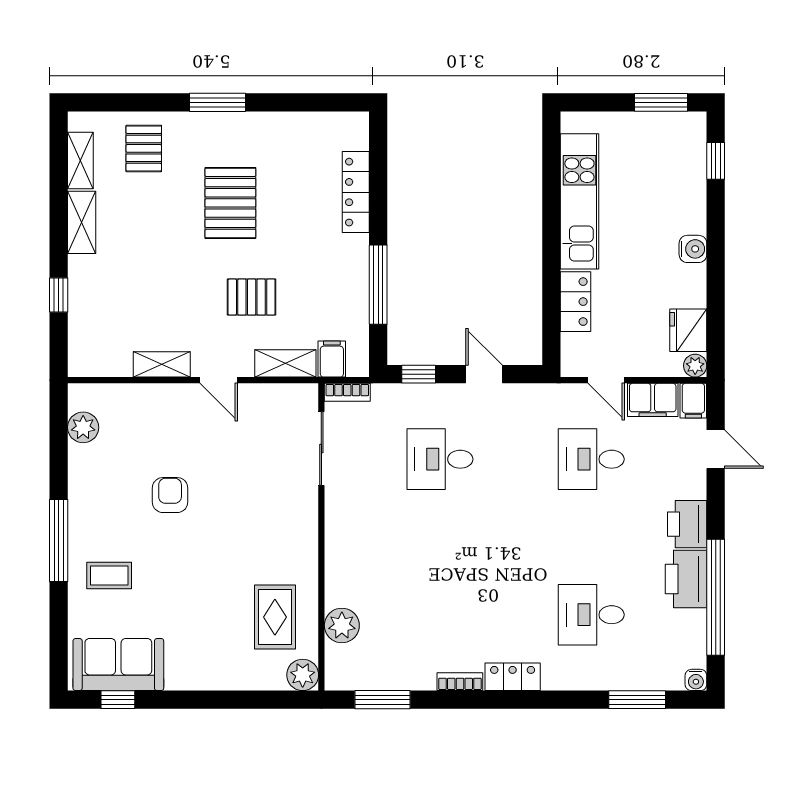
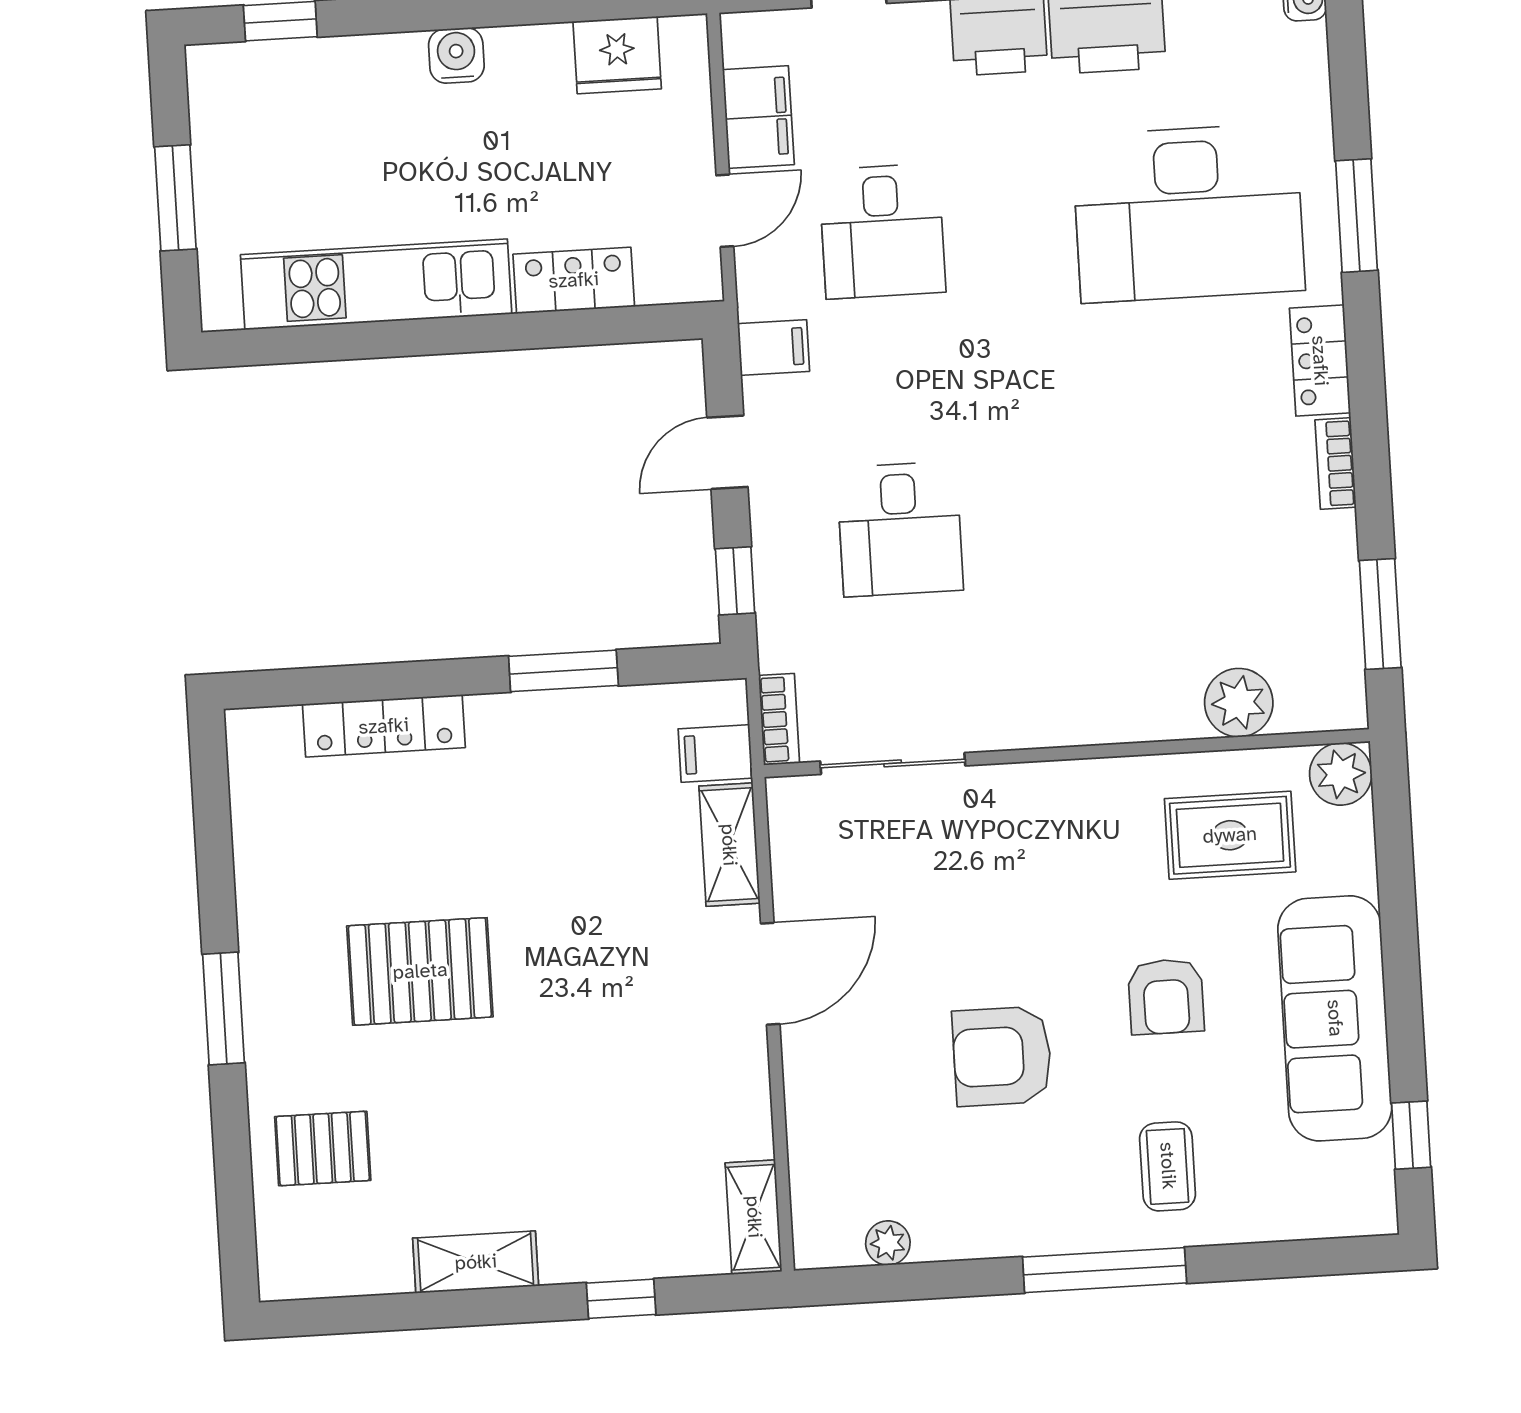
window: (661, 102) -> (175, 198), moved
shelving: (80, 160) -> (354, 1272), removed
window: (378, 285) -> (563, 671), width x0.69
pallet: (252, 297) -> (603, 919), removed
shelving: (162, 364) -> (754, 1217), moved
plant: (695, 366) -> (686, 37), removed
door: (219, 380) -> (770, 974), width x1.38
filing cabinet: (693, 401) -> (774, 348), moved
plant: (83, 427) -> (888, 1243), width x0.73, depth x0.73
armchair: (170, 495) -> (1002, 1056), width x1.38, depth x1.38
armchair: (195, 580) -> (1166, 997), added
desk: (591, 615) -> (1188, 213), width x1.87, depth x1.30
sofa: (118, 665) -> (1335, 1018), moved, width x1.36
window: (637, 700) -> (1356, 216), moved

